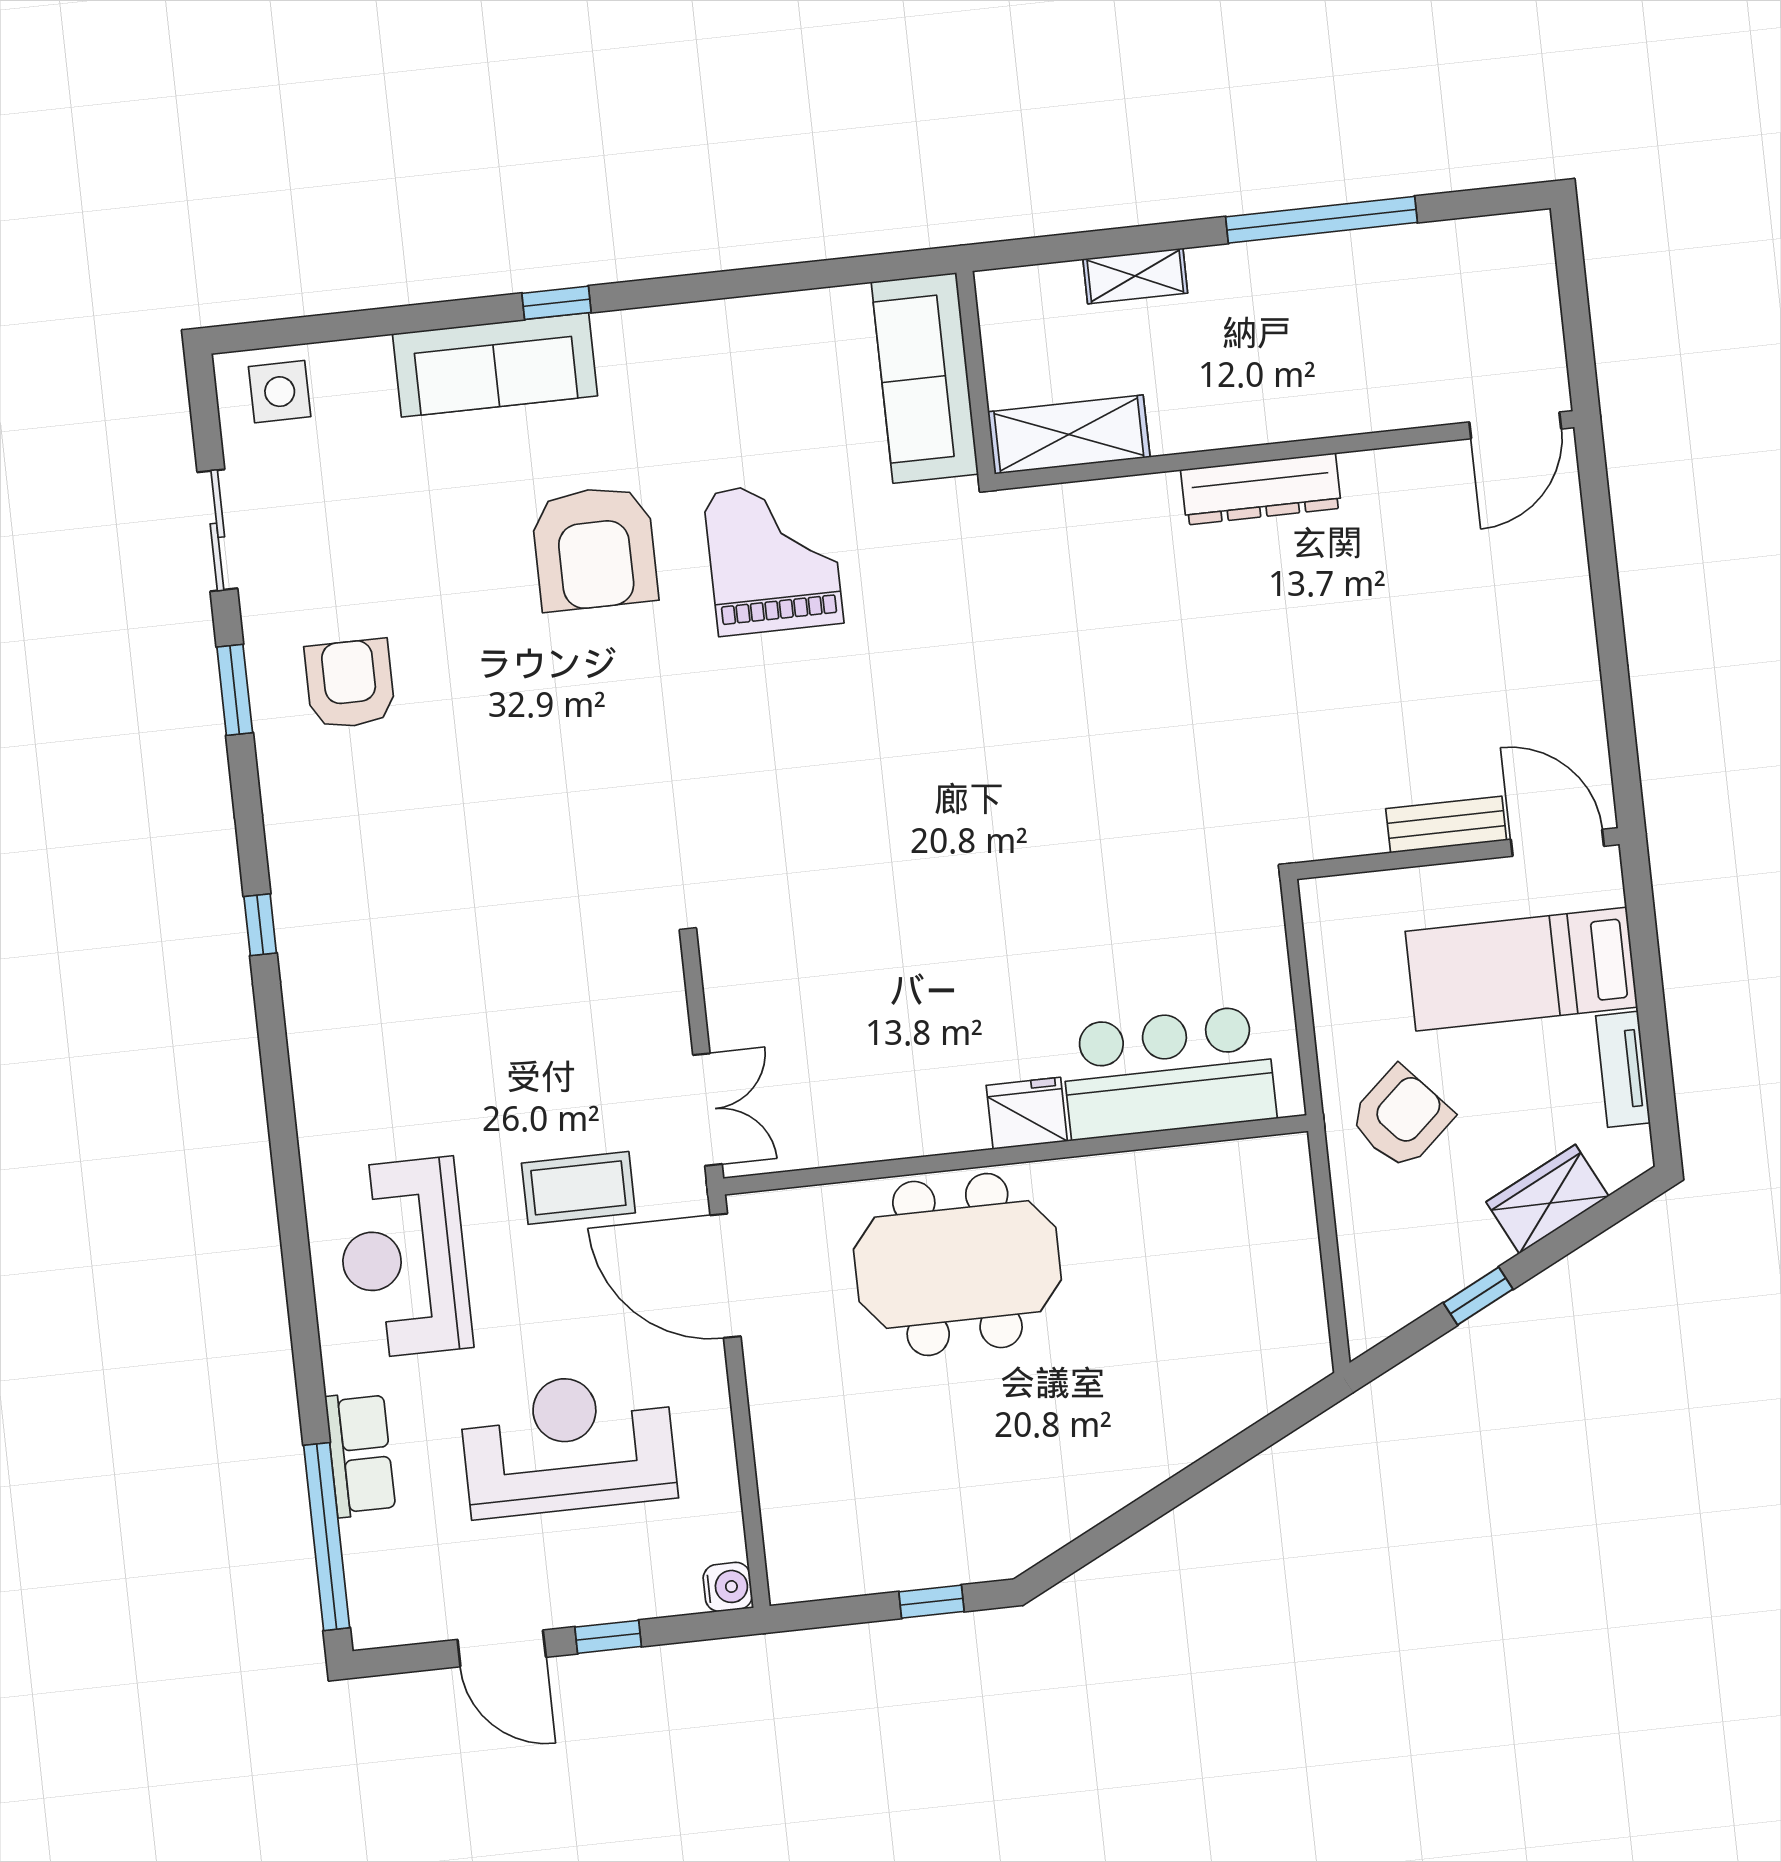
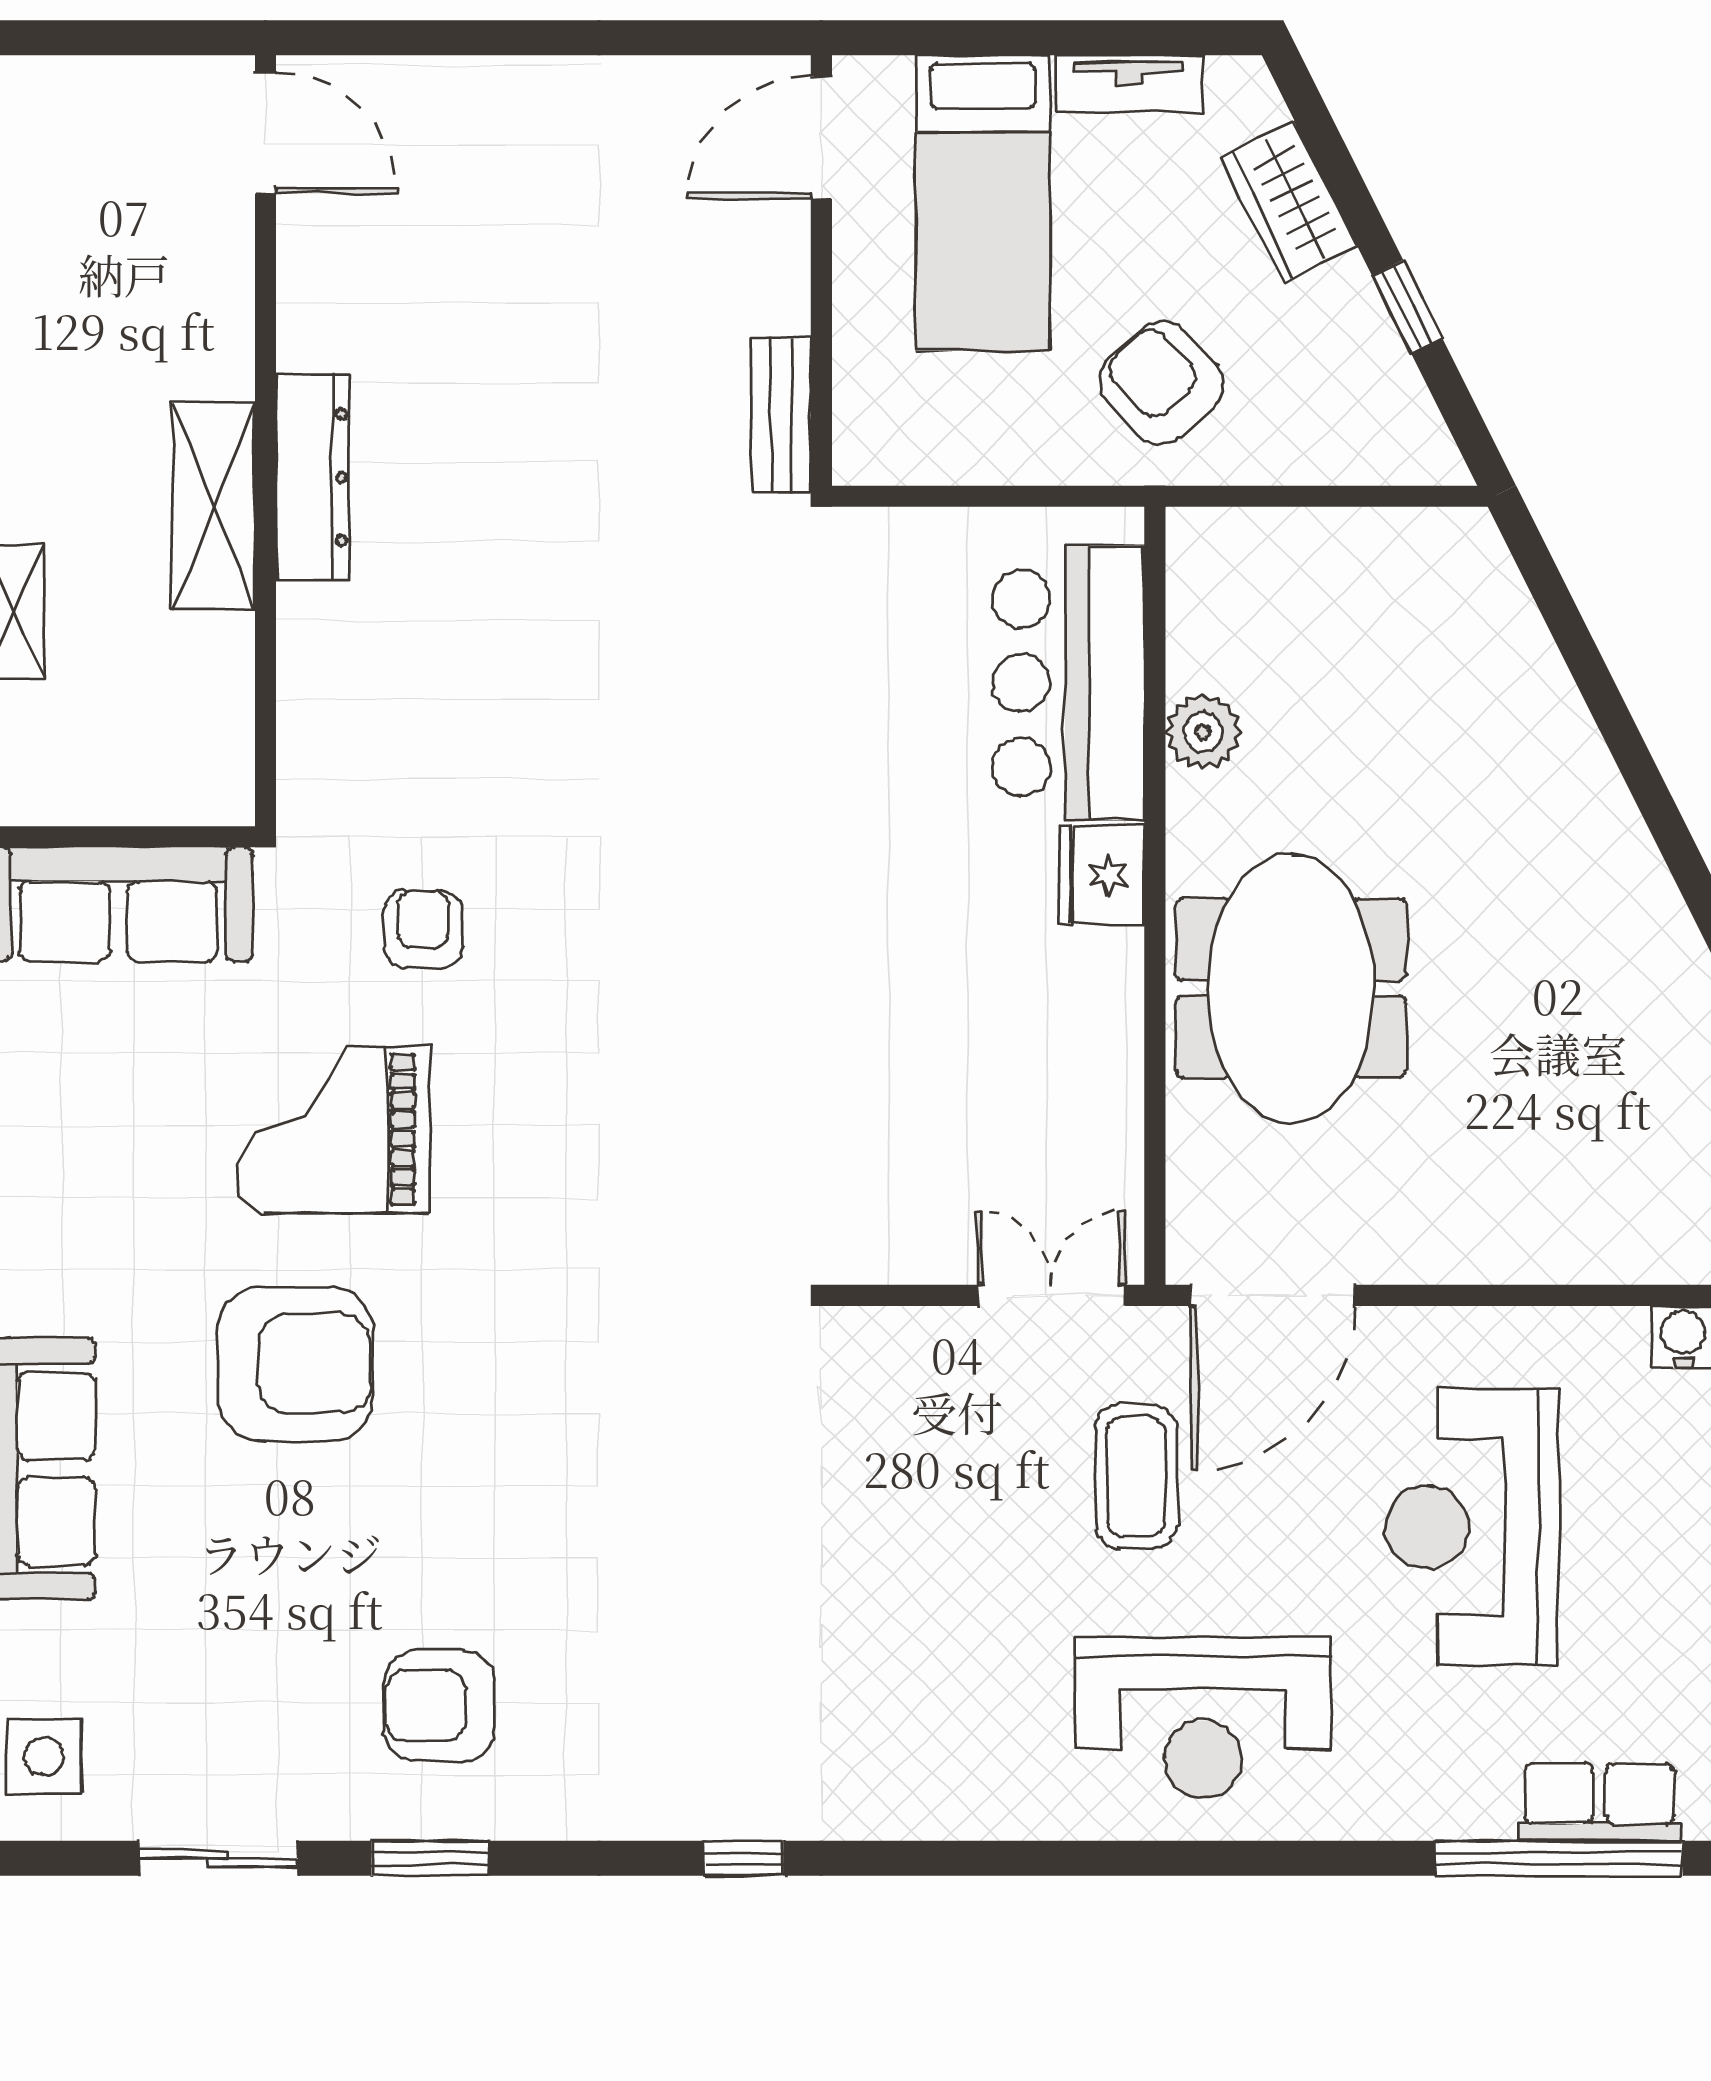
shelving: (1069, 435) -> (214, 506), moved
armchair: (931, 609) -> (423, 929), added
bench: (1446, 825) -> (781, 414), moved
plant: (1142, 1178) -> (1203, 732), added
row of seats: (360, 1454) -> (1599, 1802), moved

